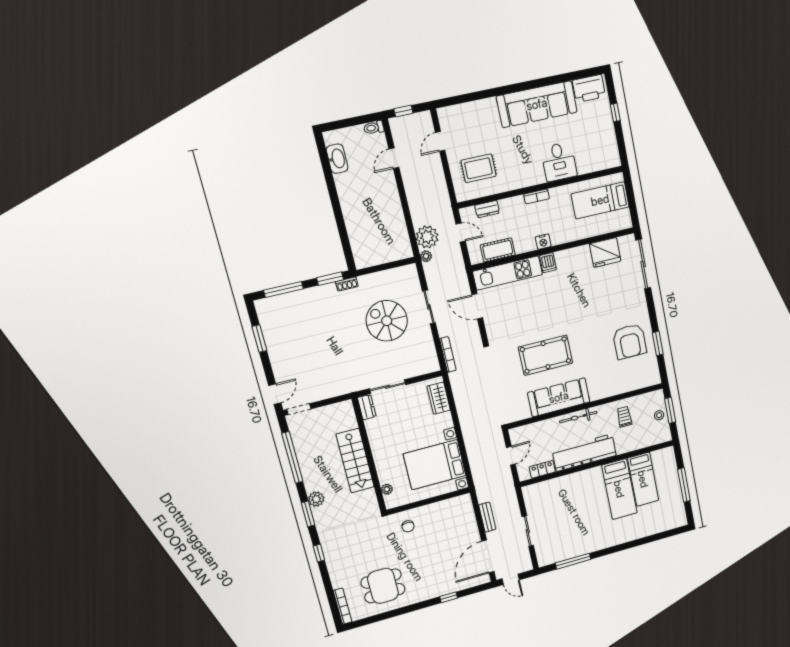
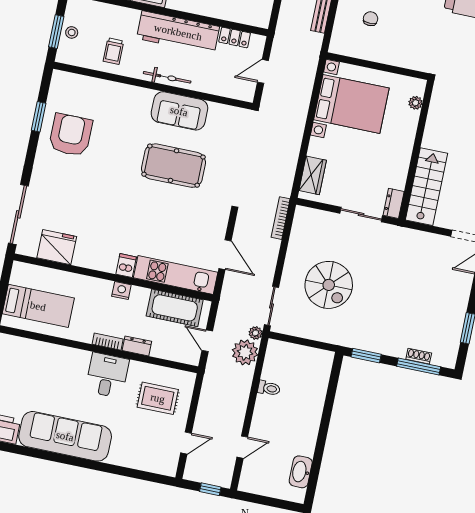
toilet: (374, 128) -> (269, 388), moved
desk: (559, 162) -> (107, 375), moved
dresser: (487, 209) -> (137, 346), moved
cot: (498, 250) -> (175, 308), width x1.37, depth x1.34
shoe rack: (347, 284) -> (419, 356), moved
sliding door: (429, 307) -> (272, 306), moved
sofa: (559, 397) -> (179, 111), width x0.73
stairs: (355, 461) -> (426, 187), moved
chair: (408, 526) -> (371, 19), moved

